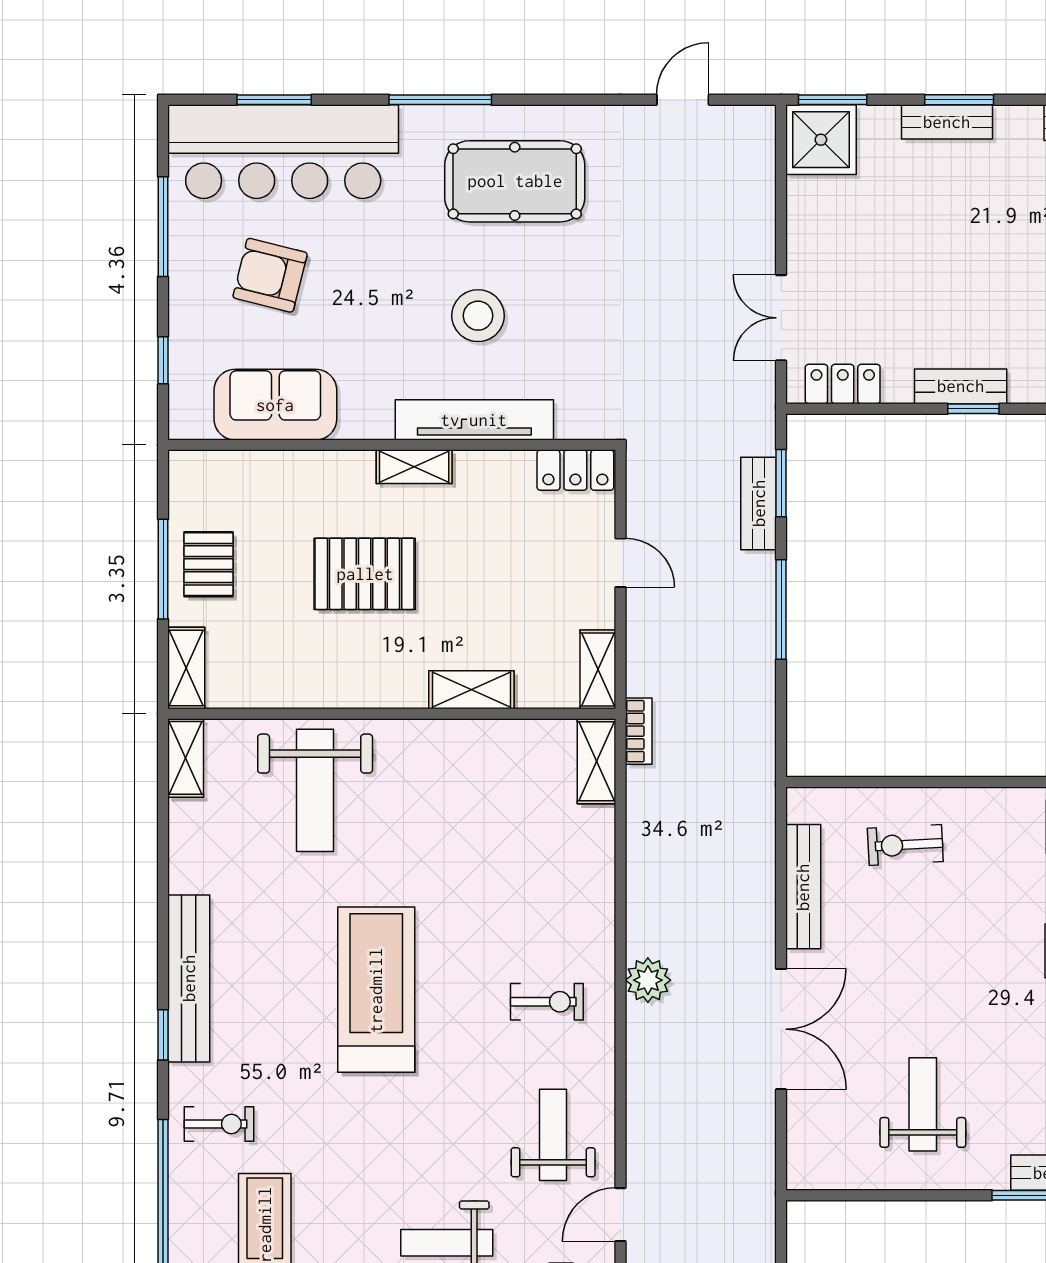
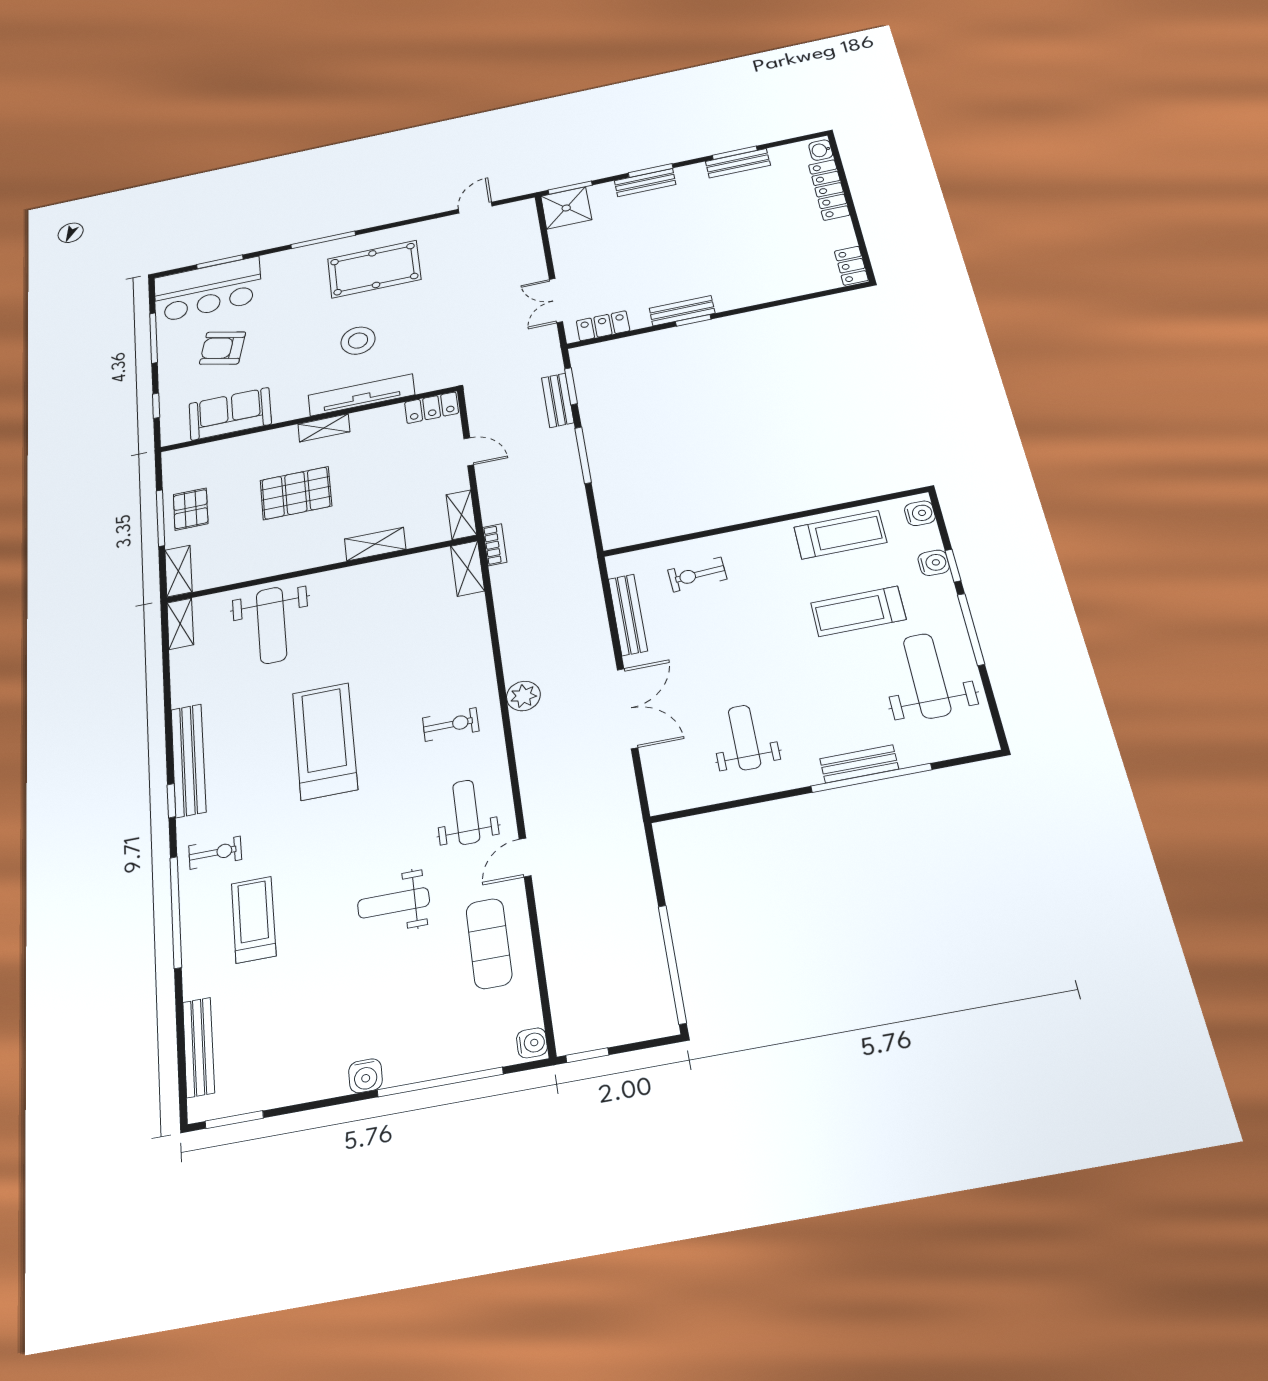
bar counter: (283, 152) -> (208, 289), width x0.73

